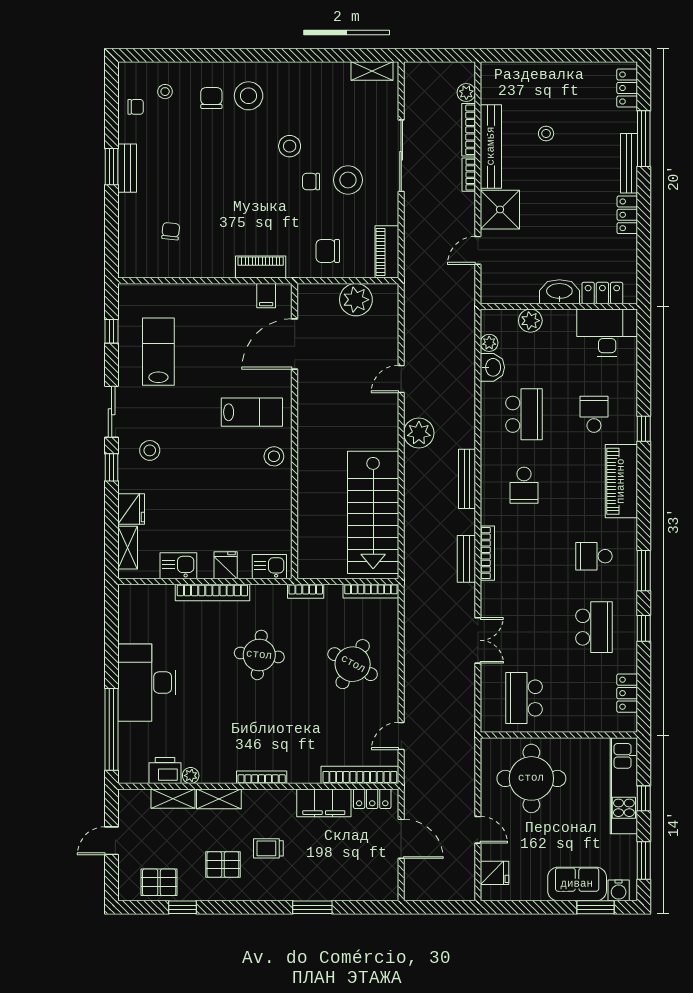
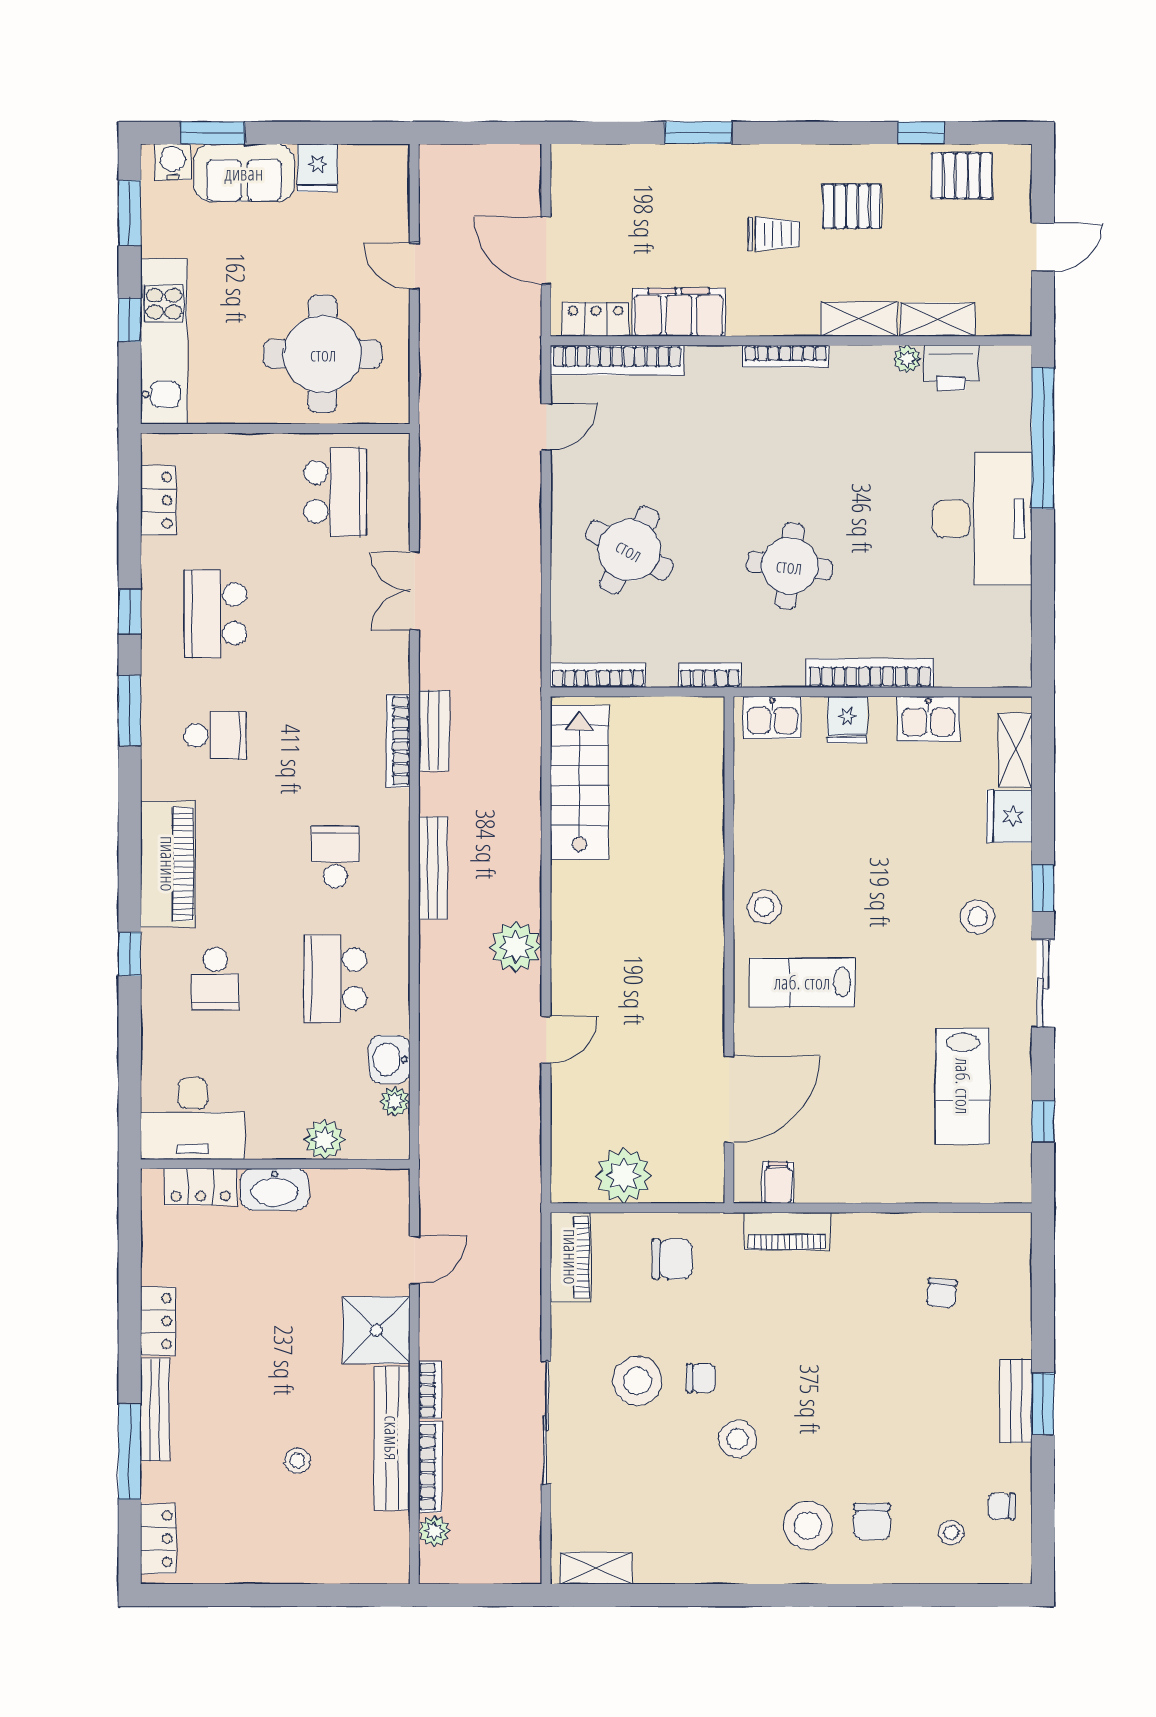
stairs: (373, 512) -> (580, 782), width x0.73, depth x0.66
fridge: (494, 873) -> (318, 168), moved, turned -90

